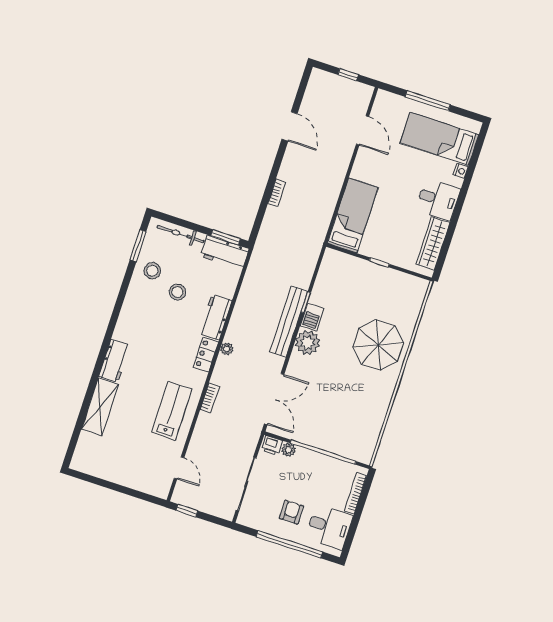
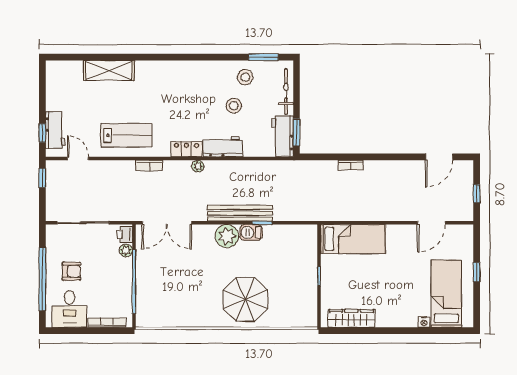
window: (428, 101) -> (477, 272), width x0.46
door: (290, 126) -> (439, 157), moved
desk: (438, 199) -> (392, 310), removed
workbench: (114, 361) -> (55, 130), moved, turned -90
door: (179, 468) -> (78, 159), swing flipped
window: (141, 496) -> (42, 133), added

